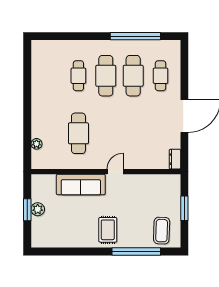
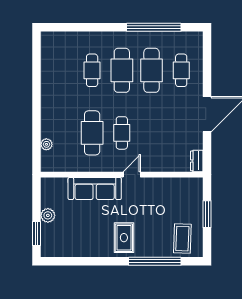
cafe table: (106, 133) -> (122, 133), added
window: (27, 210) -> (36, 234), moved

